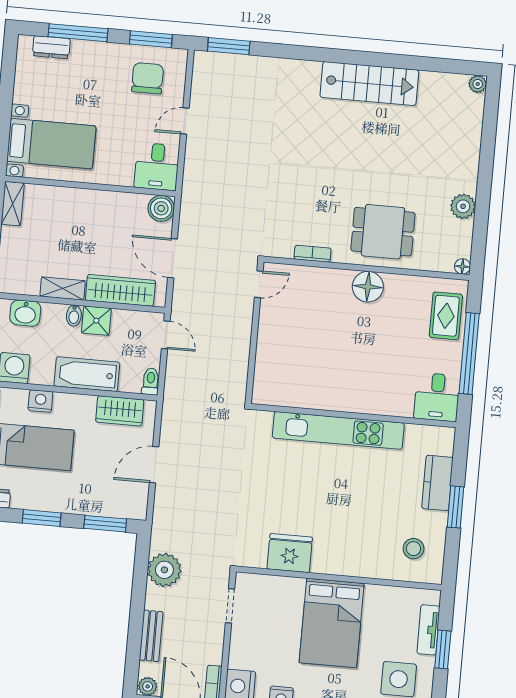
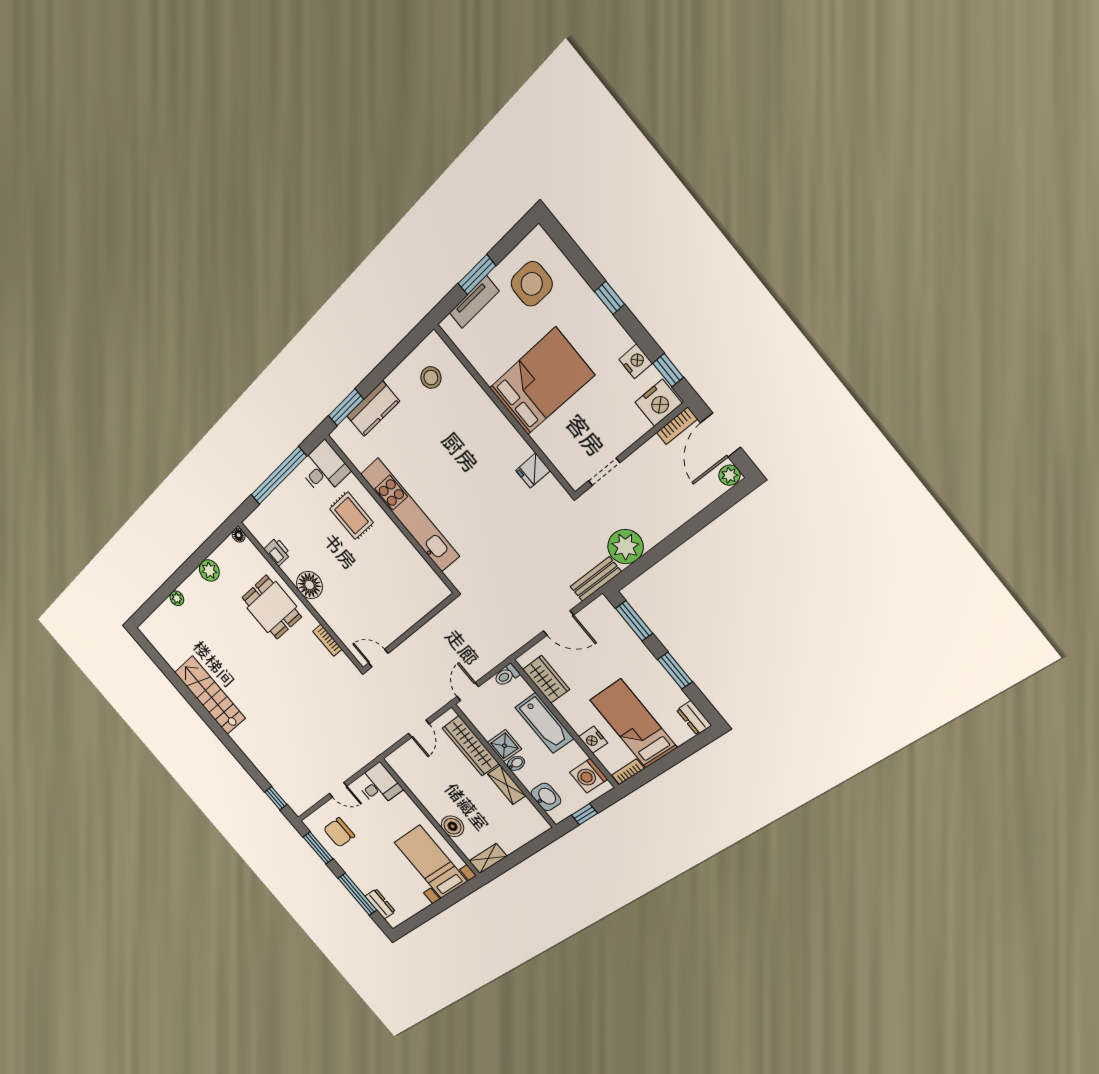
window: (229, 46) -> (276, 798), width x0.67
plant: (478, 84) -> (177, 598), moved
boiler: (161, 208) -> (453, 826), moved
door: (173, 258) -> (419, 729), width x0.73
printer: (418, 287) -> (277, 552), added
rug: (446, 316) -> (351, 516), moved, turned 90
window: (455, 507) -> (346, 407), moved
fridge: (290, 553) -> (533, 471), width x0.53, depth x0.75
bench: (151, 636) -> (596, 579), moved

